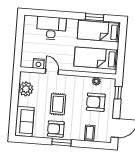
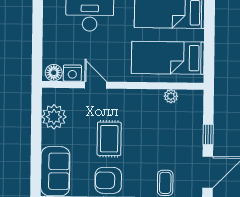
floor lamp: (27, 63) -> (54, 73), added
window: (118, 93) -> (208, 134), moved
armchair: (96, 102) -> (172, 131), removed

